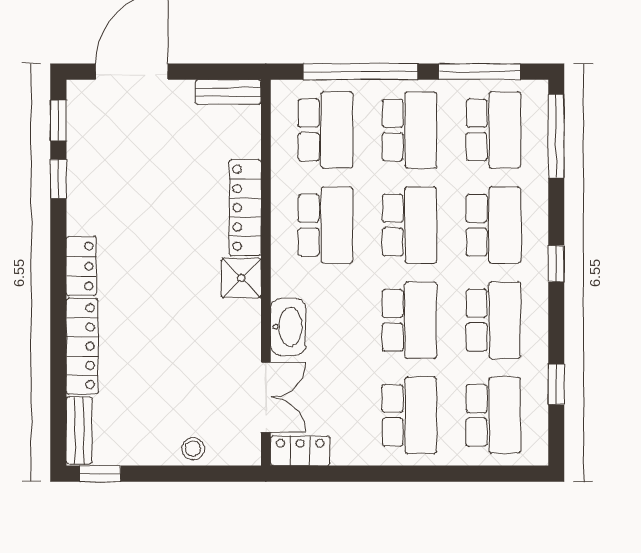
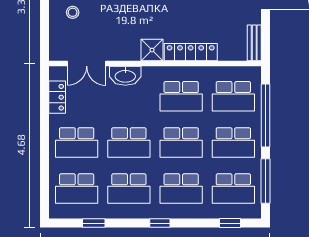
window: (556, 136) -> (230, 223), width x0.46
stool: (193, 449) -> (73, 12), moved
locker: (300, 451) -> (57, 97), moved

